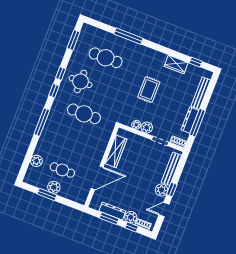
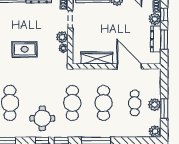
cafe table: (73, 142) -> (104, 103), added
plant: (36, 161) -> (155, 131), moved

